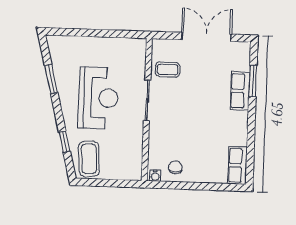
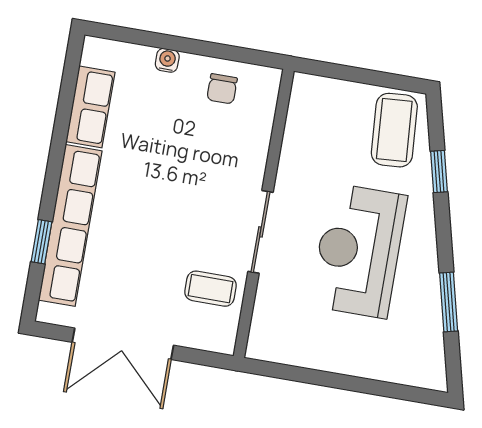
window: (253, 81) -> (41, 242), width x0.67
row of seats: (240, 91) -> (70, 225), width x2.02
row of seats: (238, 165) -> (90, 107), moved
water cooler: (155, 176) -> (167, 60), moved

